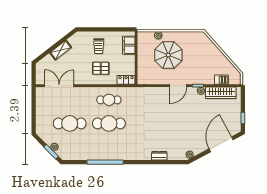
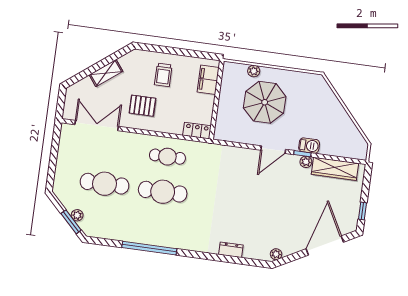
pallet: (101, 68) -> (142, 106), moved
barbecue: (221, 80) -> (309, 146), moved

